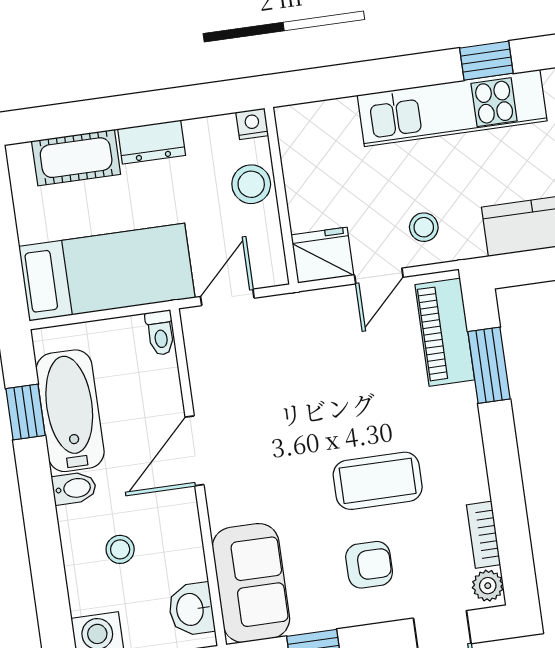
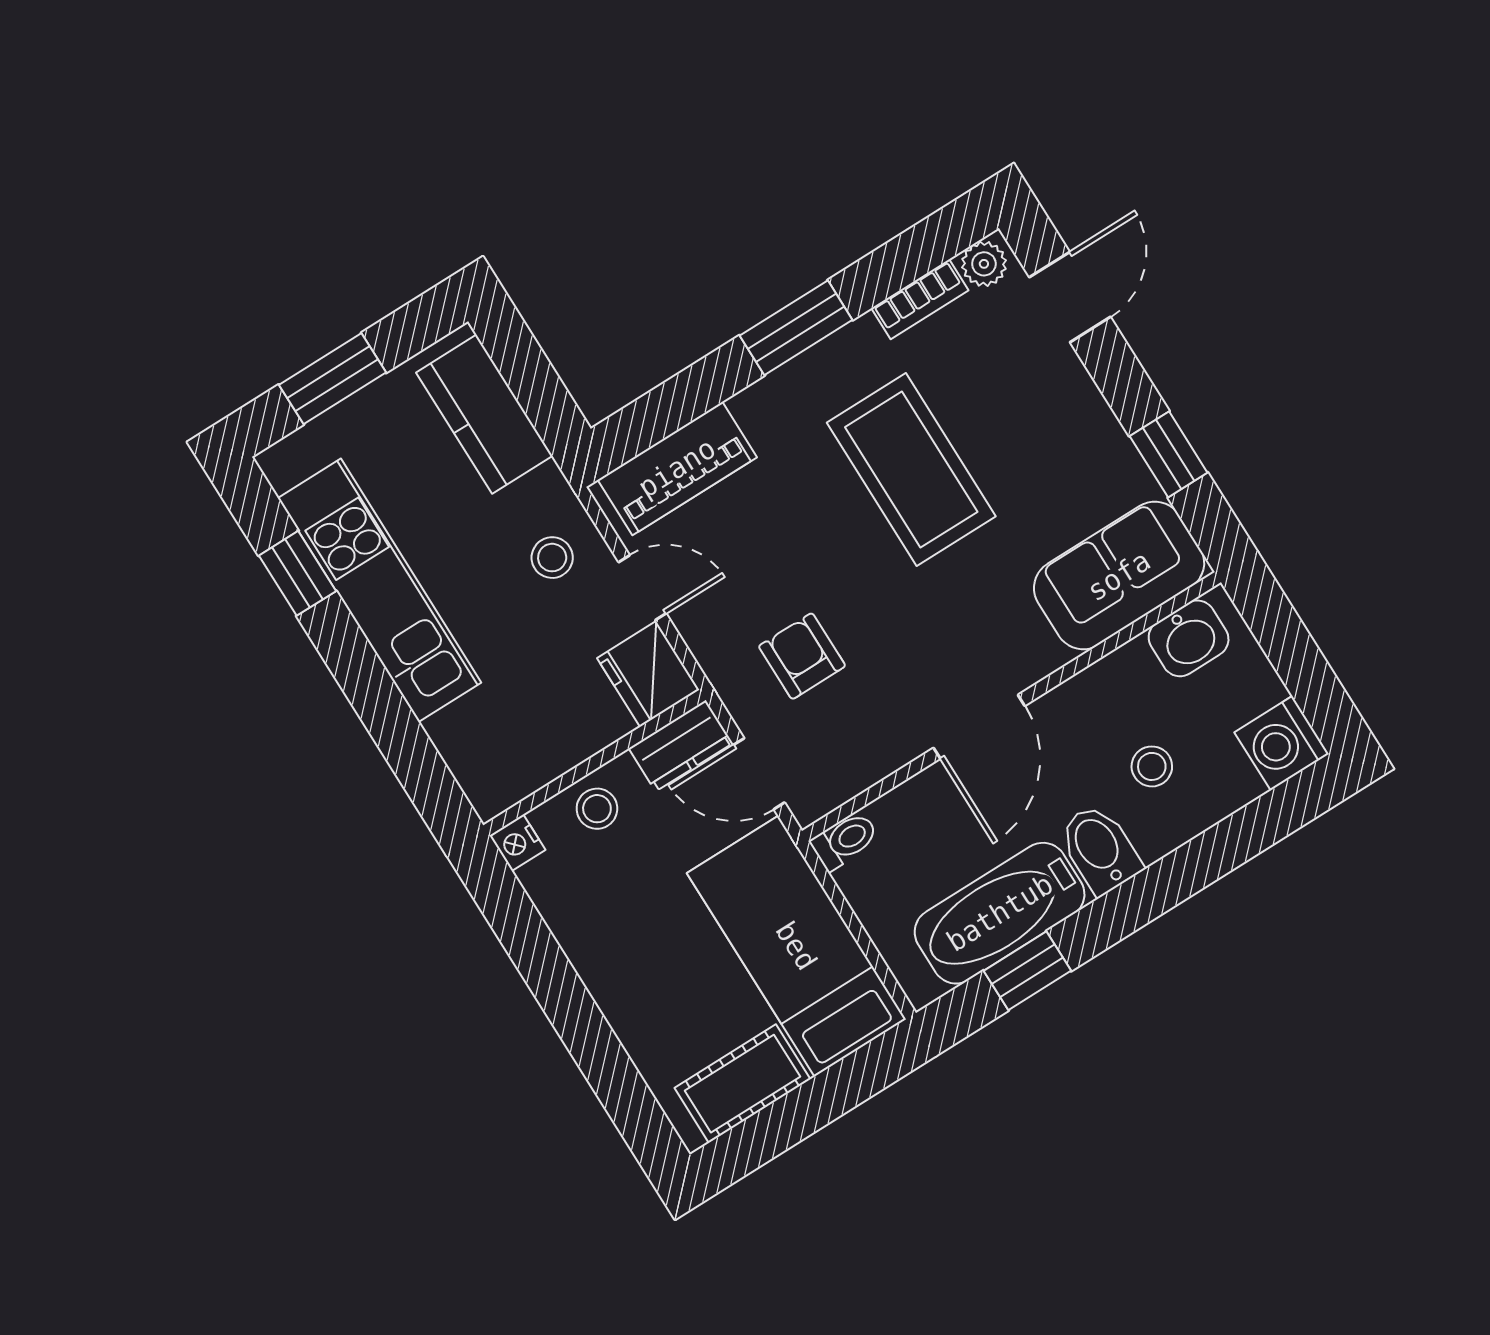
dresser: (152, 142) -> (681, 746), moved, turned 90
cot: (76, 158) -> (742, 1084), moved, turned 90
stool: (251, 184) -> (597, 809), width x0.73, depth x0.73
window: (489, 365) -> (796, 328), moved
door: (194, 451) -> (979, 727), hinge flipped
coffee table: (378, 481) -> (911, 469), width x1.36, depth x1.32
bidet: (74, 488) -> (1100, 849), width x1.38, depth x1.36
armchair: (369, 565) -> (802, 656), moved

